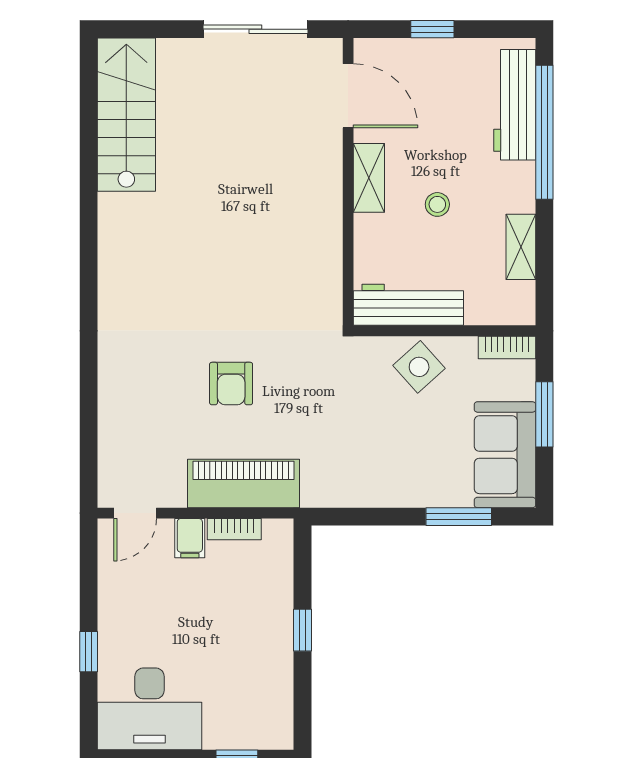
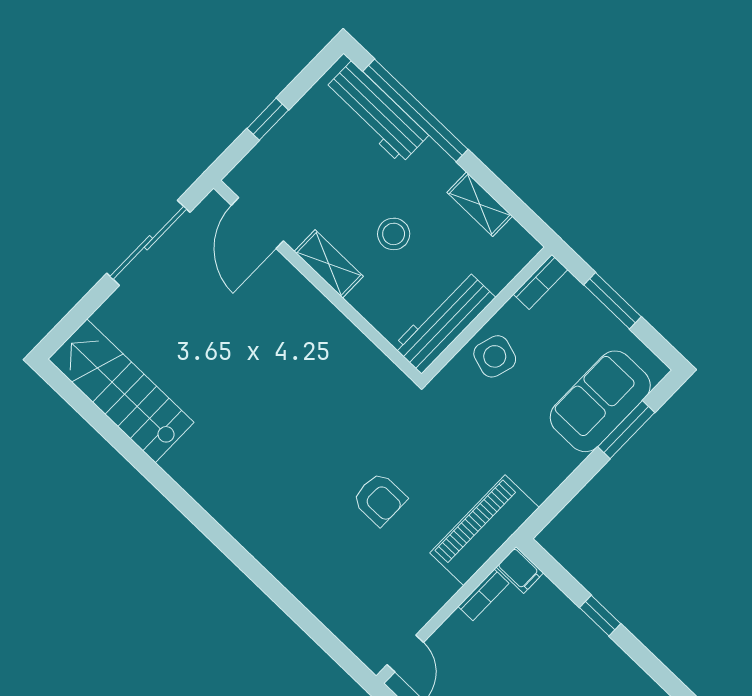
door: (348, 96) -> (257, 223), swing flipped
stool: (437, 204) -> (394, 234), width x1.37, depth x1.37
side table: (419, 367) -> (495, 356), turned -31
sofa: (505, 455) -> (600, 401), moved, turned 90
piano: (244, 484) -> (484, 530), moved
filing cabinet: (190, 538) -> (520, 570), moved

